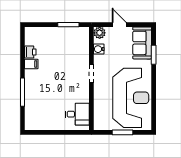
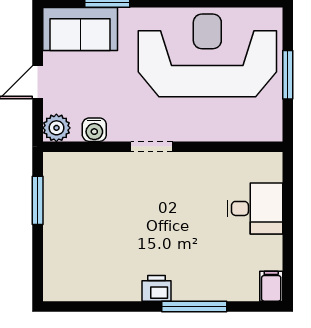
printer: (30, 52) -> (157, 288), moved
filing cabinet: (31, 64) -> (271, 286), moved
desk: (77, 114) -> (255, 208), moved, turned 90

